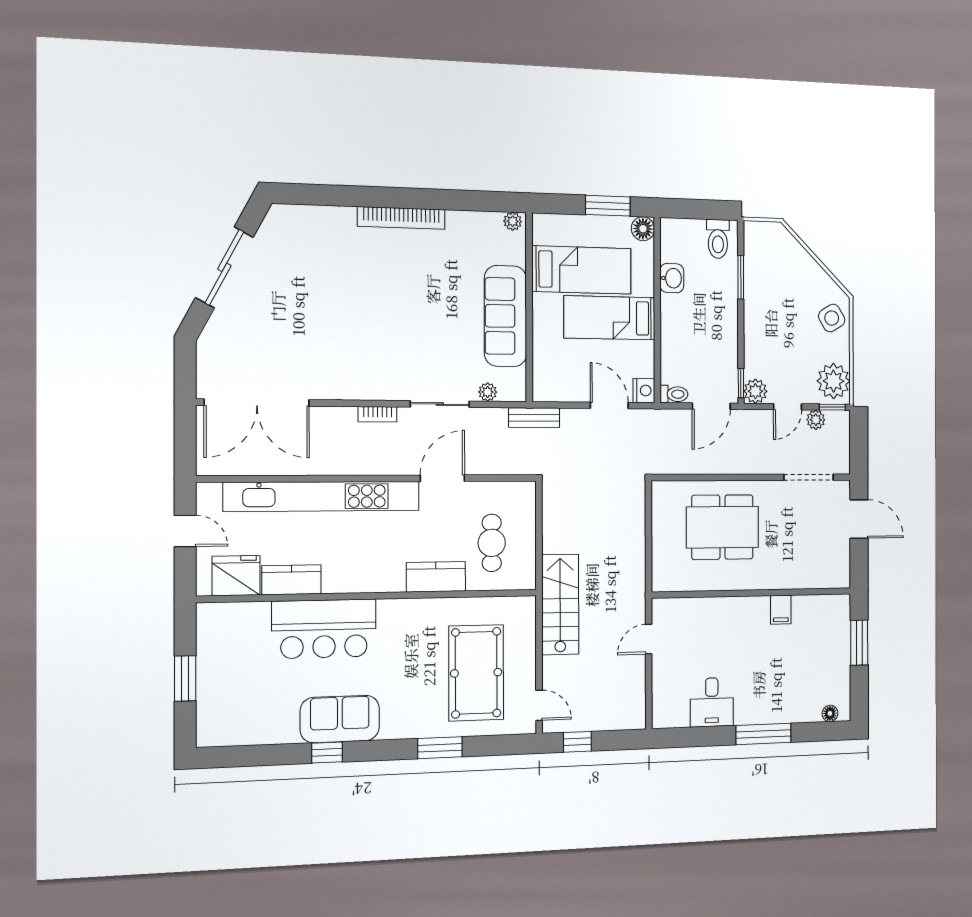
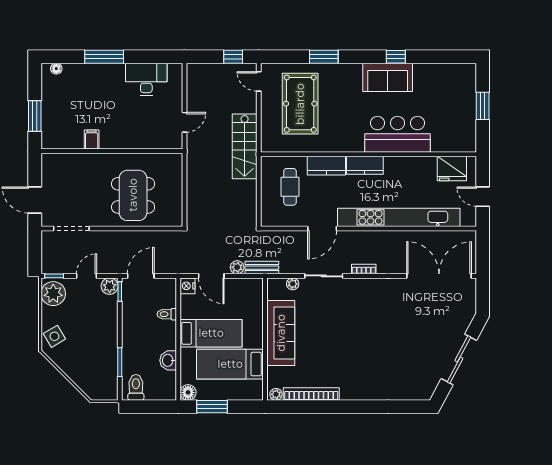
bookcase: (401, 218) -> (311, 394), moved
toilet: (674, 394) -> (167, 314), moved
plant: (816, 420) -> (237, 267), moved
dining table: (722, 527) -> (133, 195), turned 90
kitchen counter: (292, 580) -> (365, 165), moved
desk: (712, 702) -> (146, 79), width x1.37

